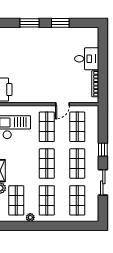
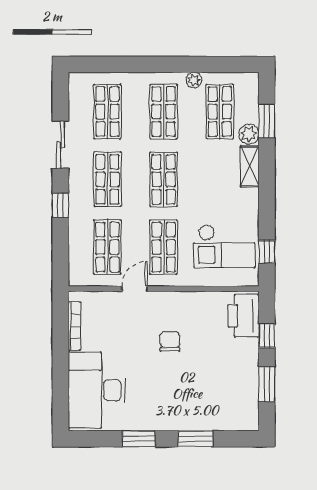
desk: (87, 59) -> (97, 390), width x1.87, depth x1.30
chair: (43, 76) -> (170, 342), added

